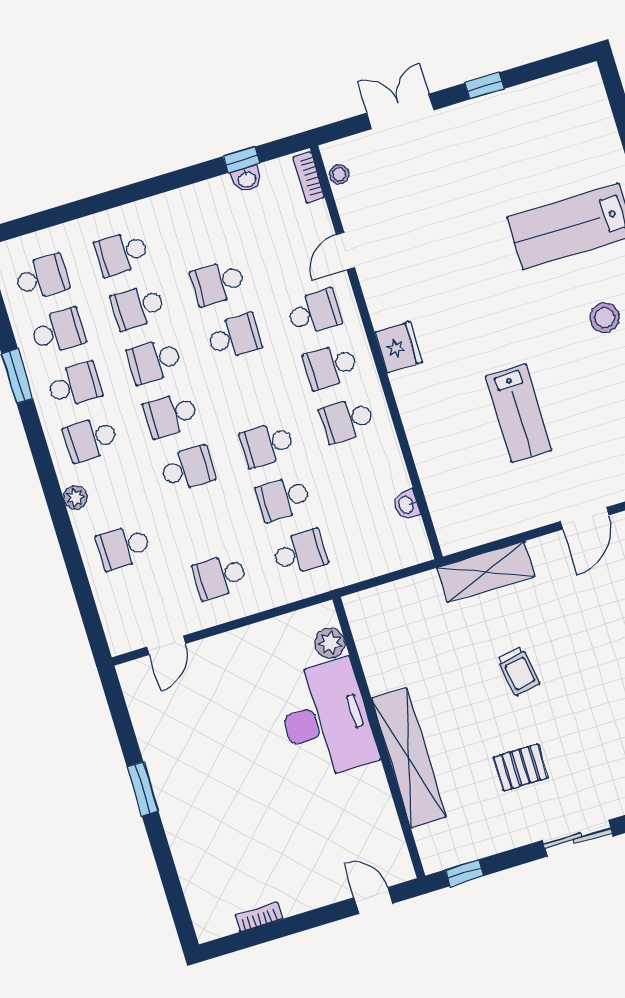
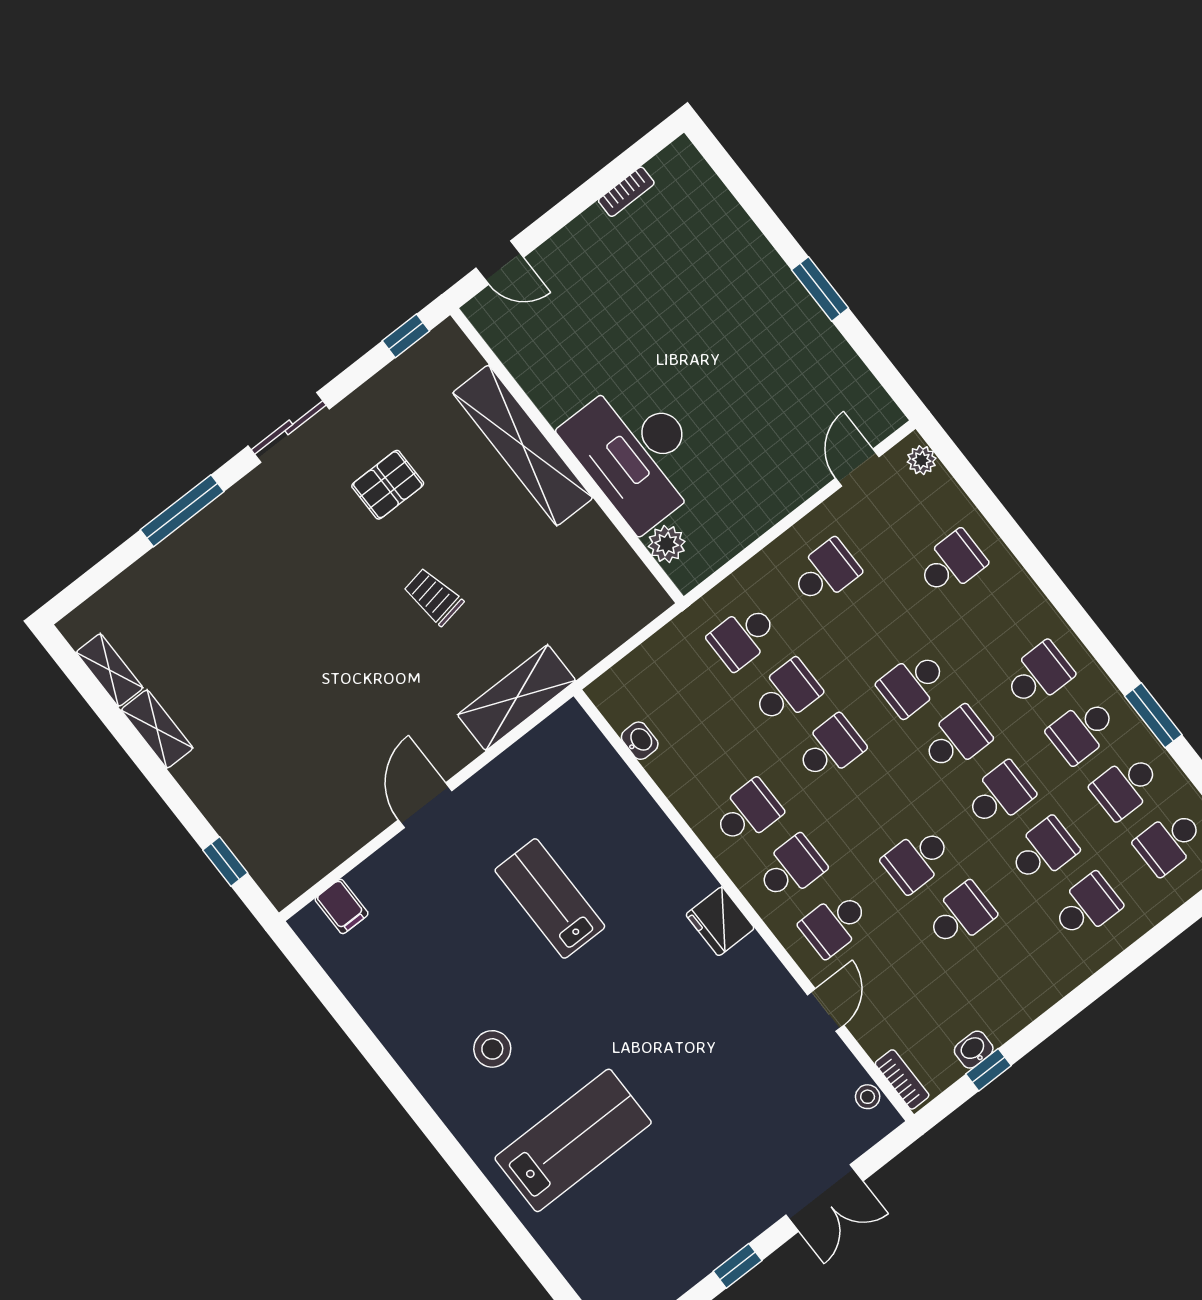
plant: (75, 498) -> (922, 460), moved

